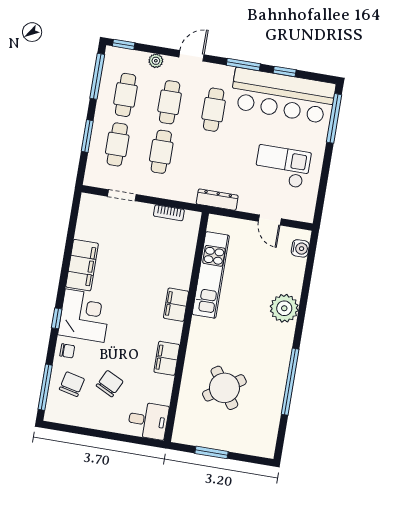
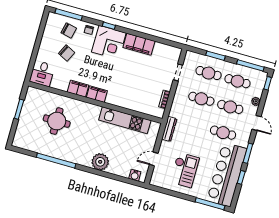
filing cabinet: (176, 305) -> (97, 94), moved
round table: (224, 388) -> (57, 121), turned 34

